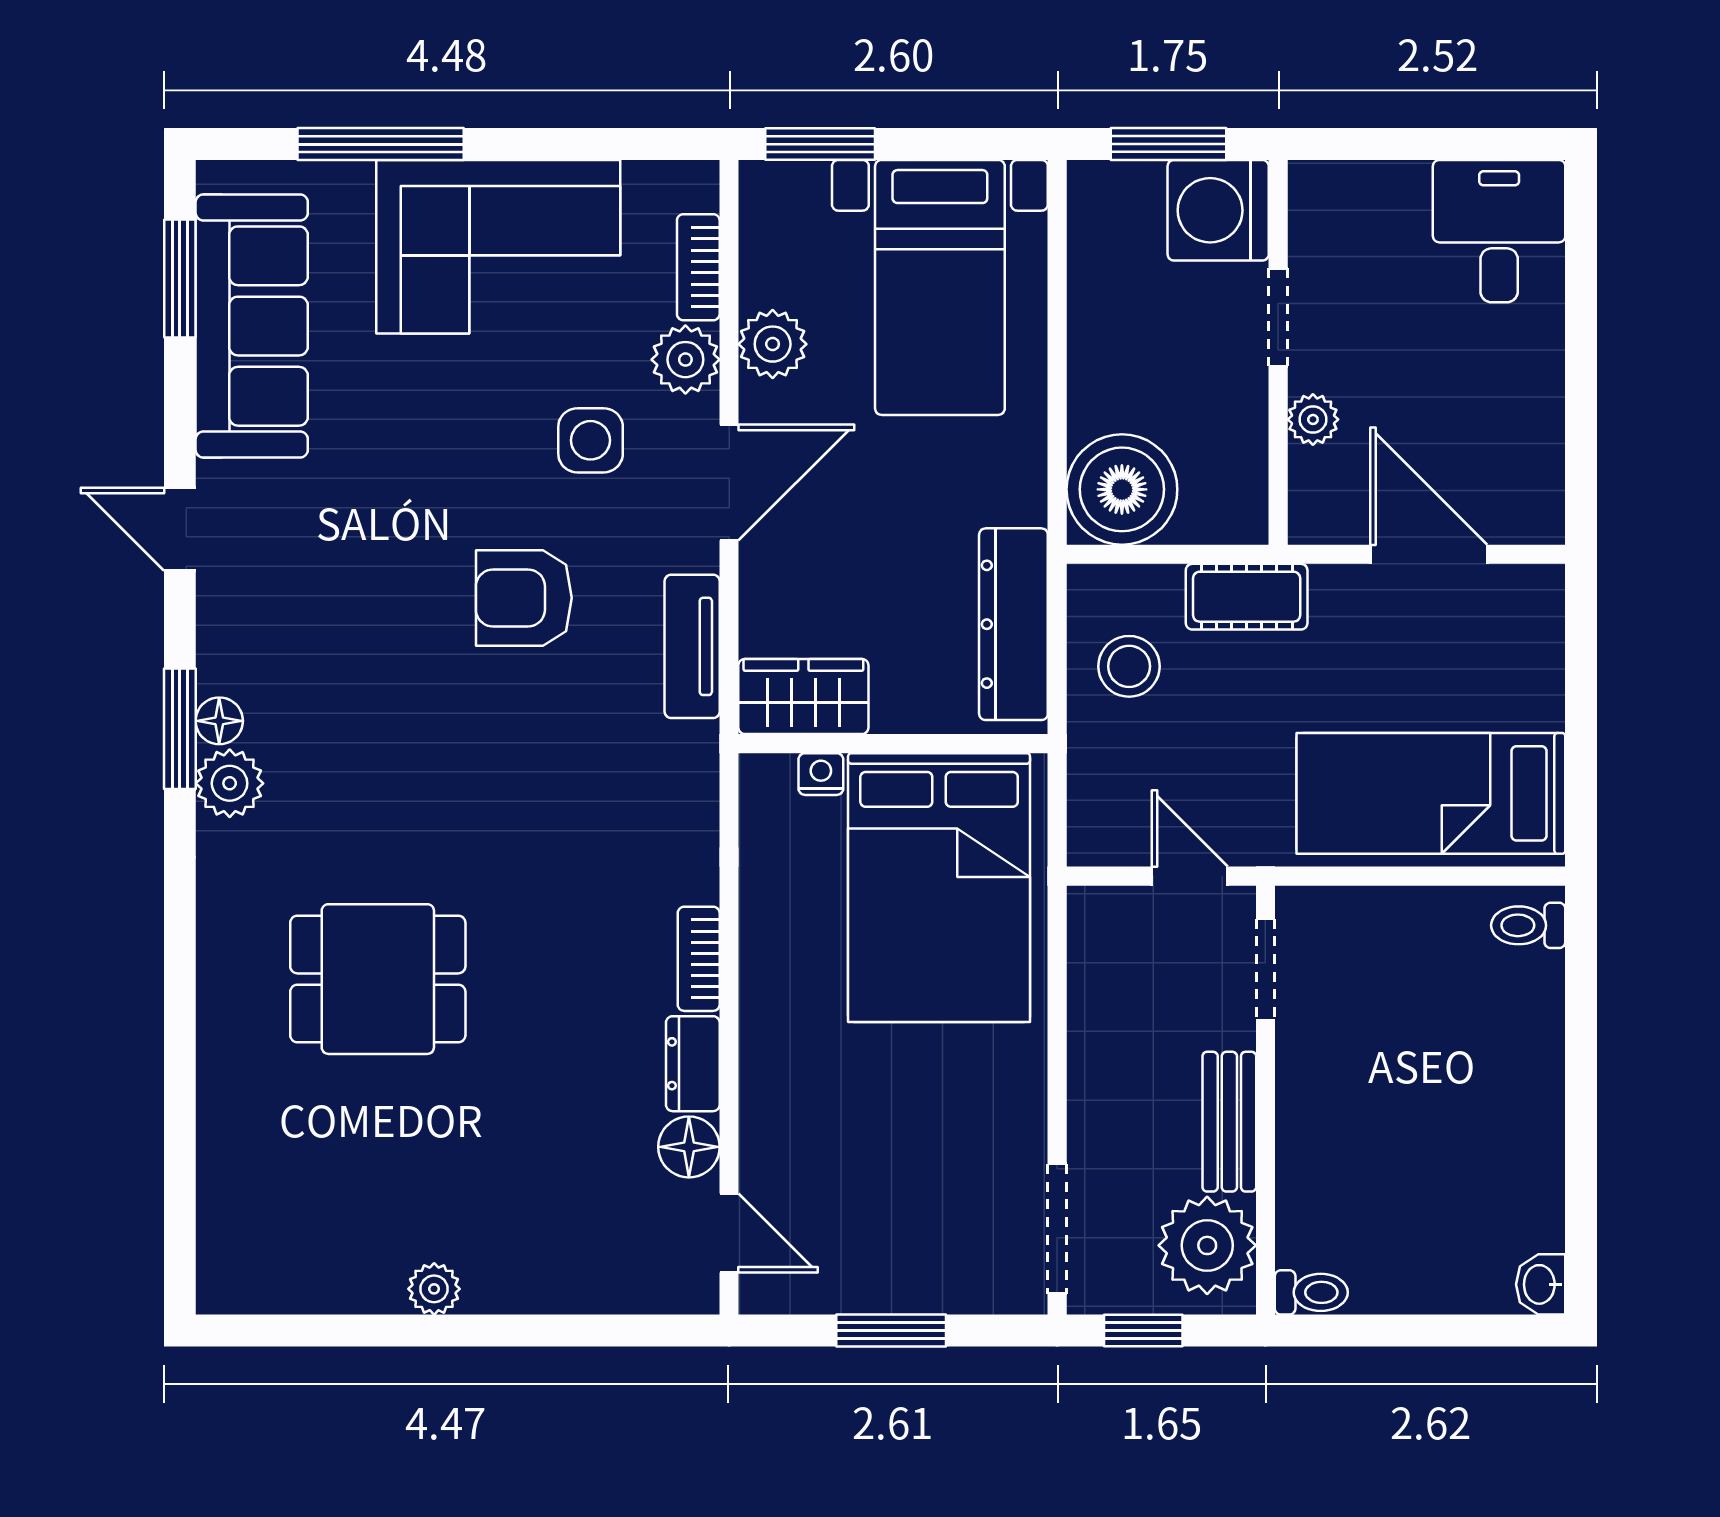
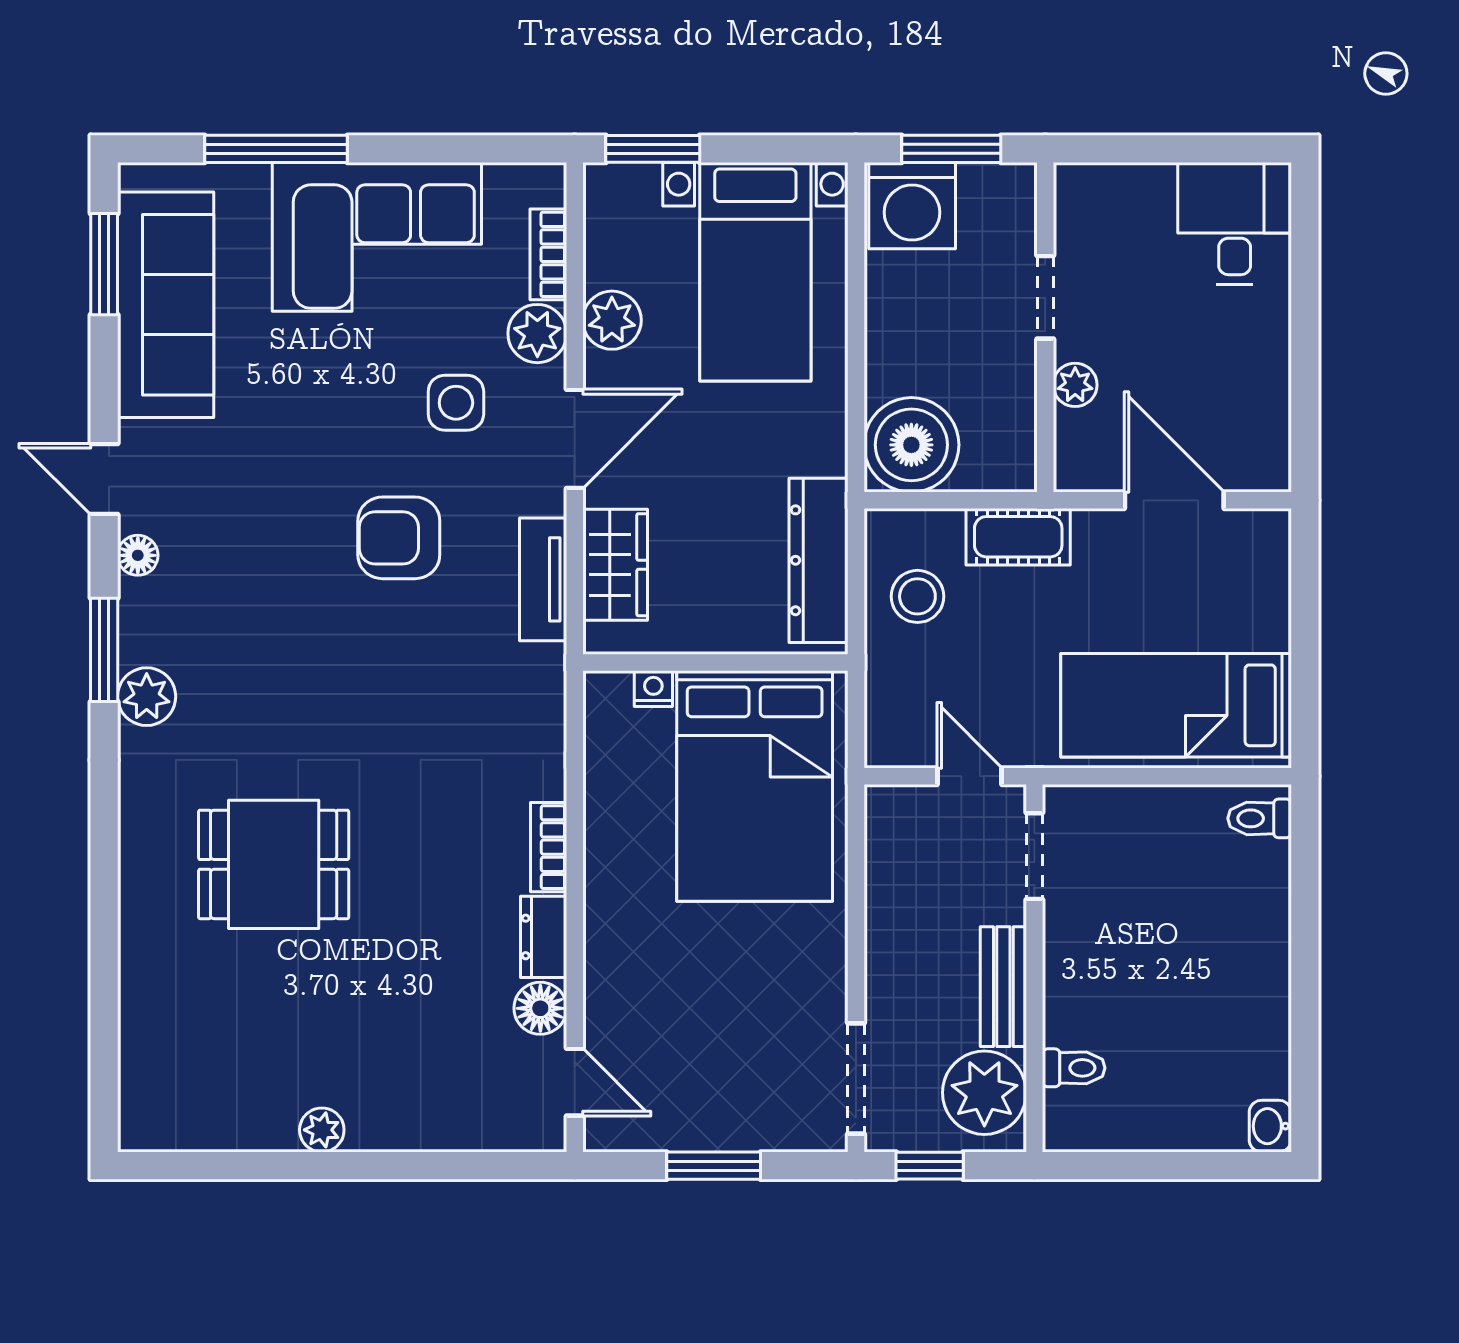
washing machine: (1218, 210) -> (912, 206), moved, turned -90
wardrobe: (803, 696) -> (615, 565), moved, turned 90
floor lamp: (219, 721) -> (138, 555), moved
toilet: (1311, 1292) -> (1074, 1068), moved

